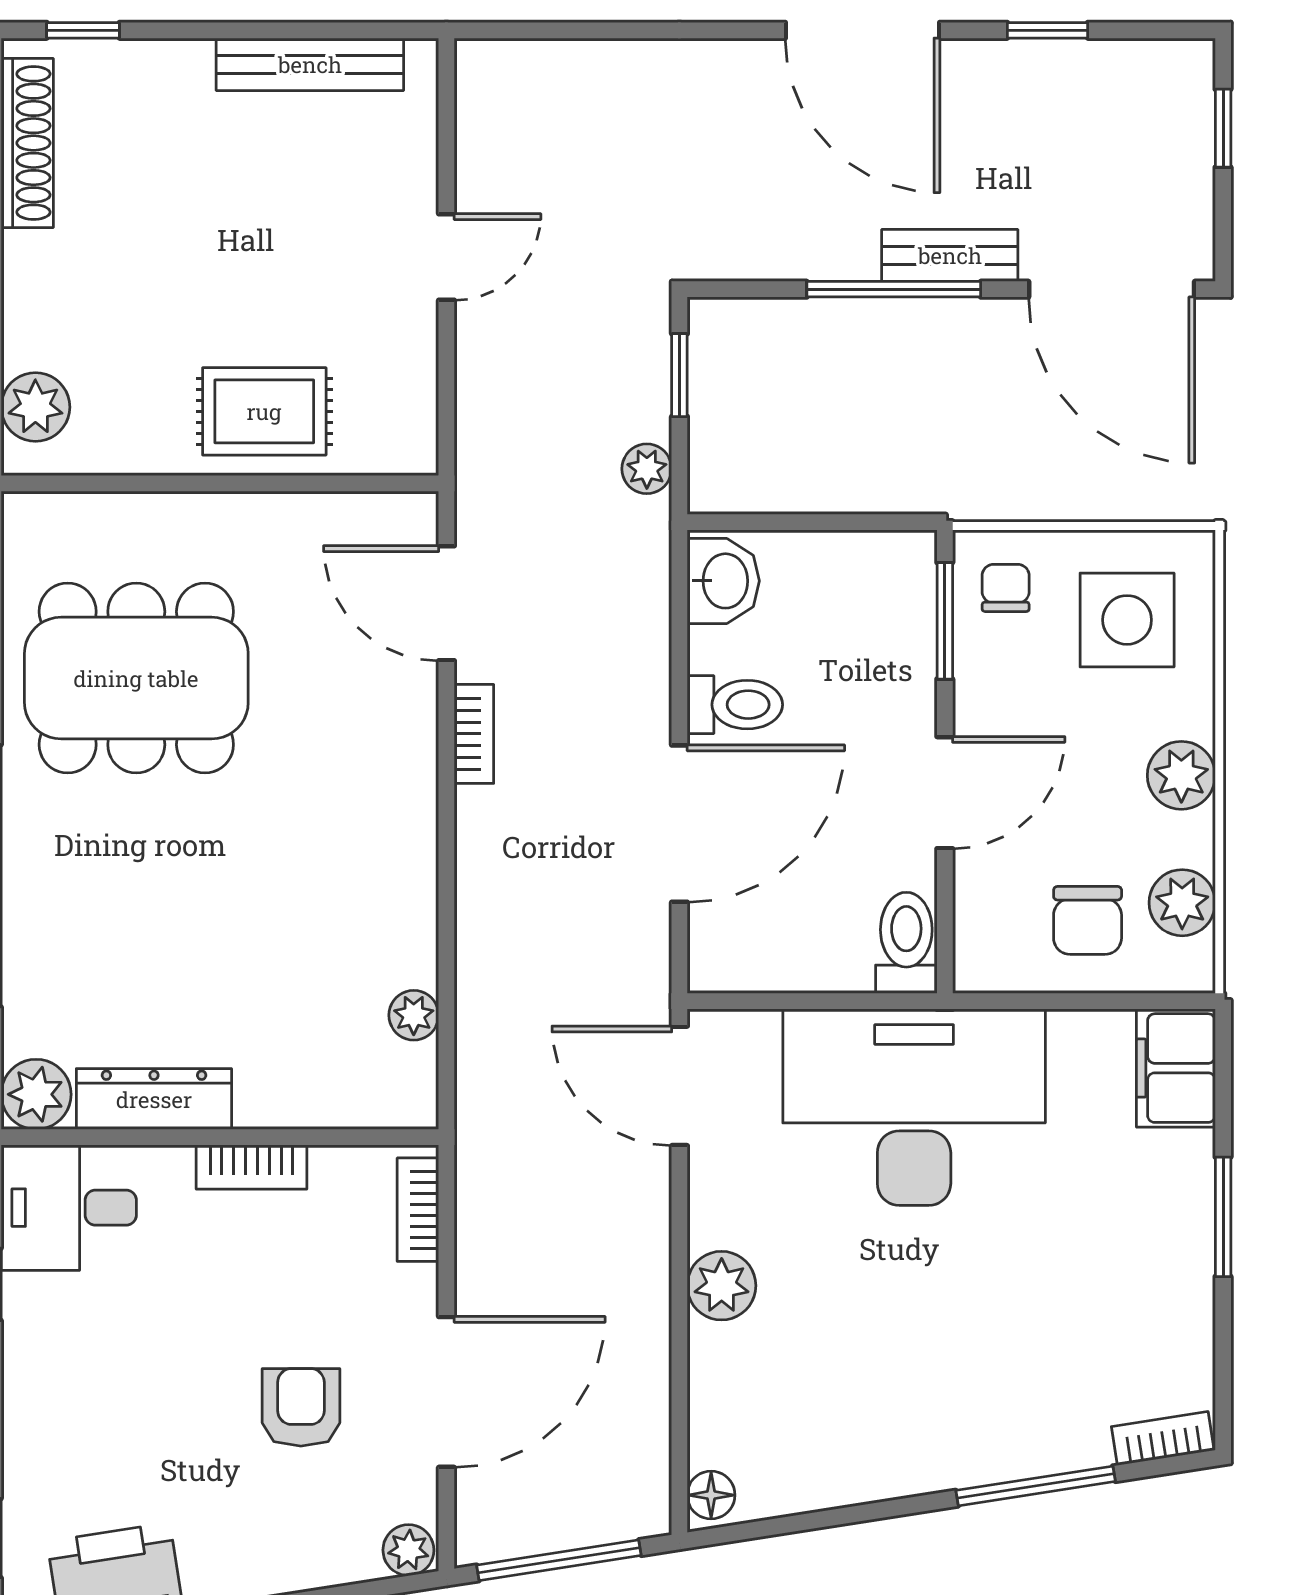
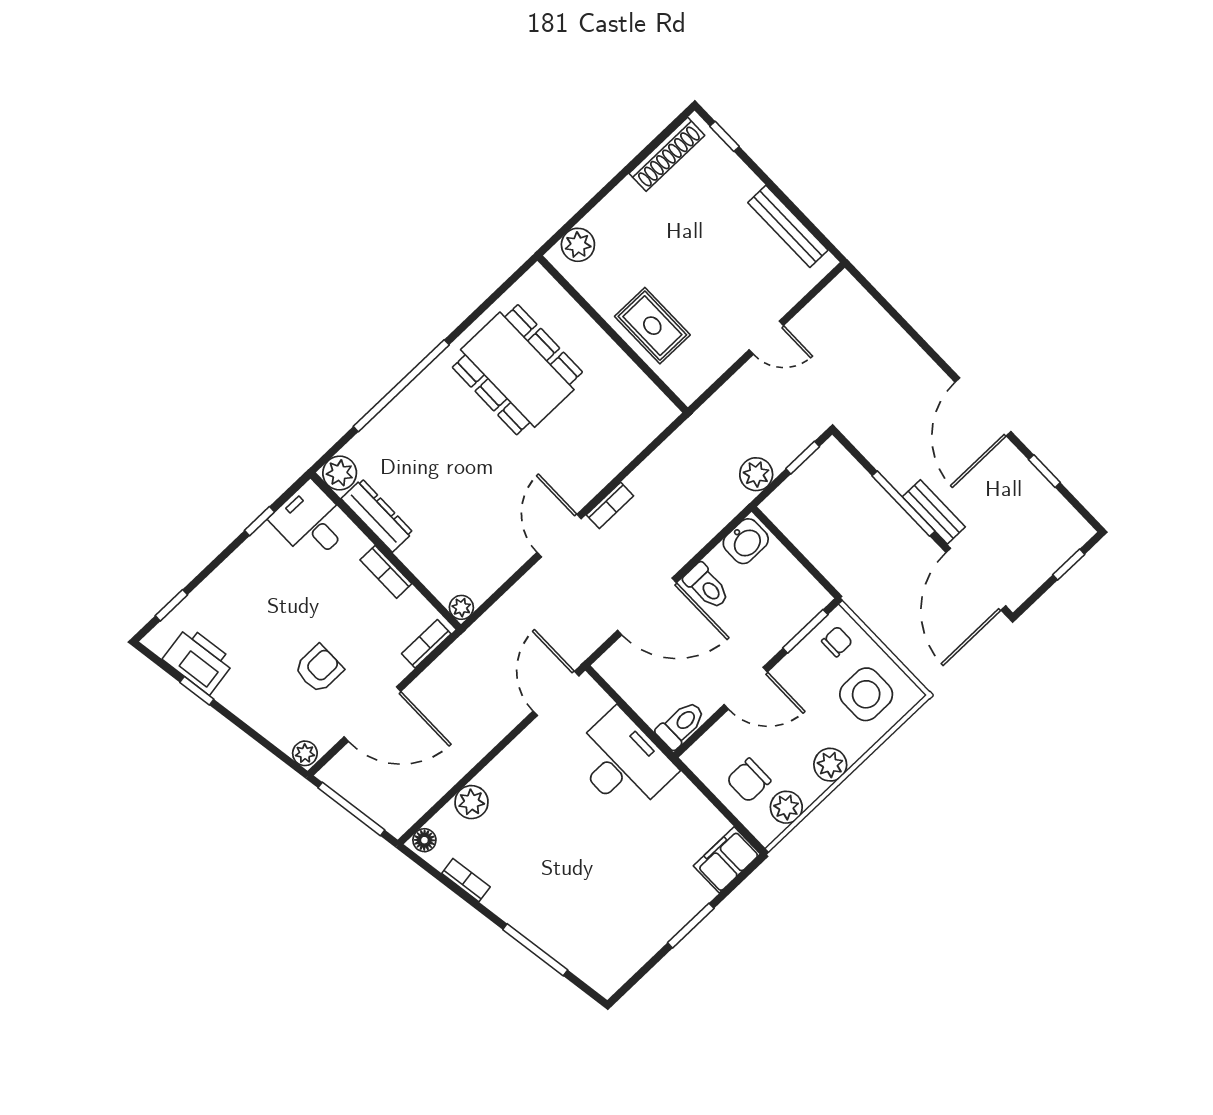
plant: (647, 469) -> (756, 474), width x1.38, depth x1.38
door: (446, 603) -> (559, 536), moved
plant: (414, 1015) -> (461, 607), moved
desk: (914, 1107) -> (623, 762), width x0.73, depth x0.77
plant: (722, 1286) -> (472, 802), moved
bookcase: (1163, 1438) -> (466, 880), moved

